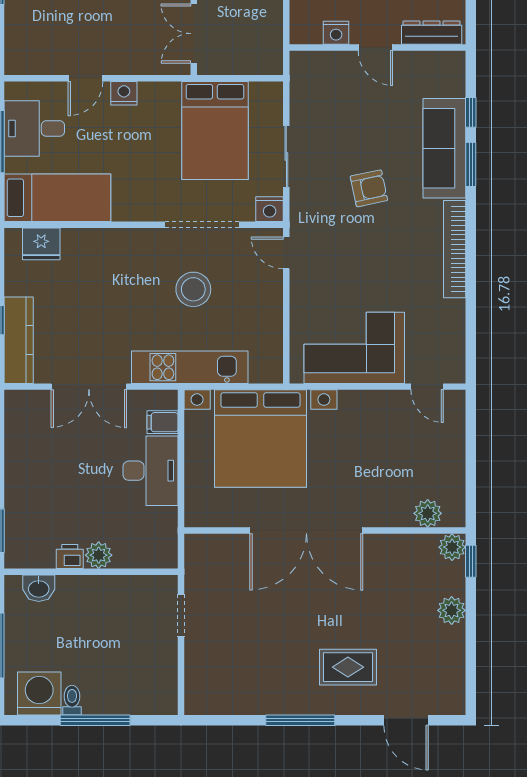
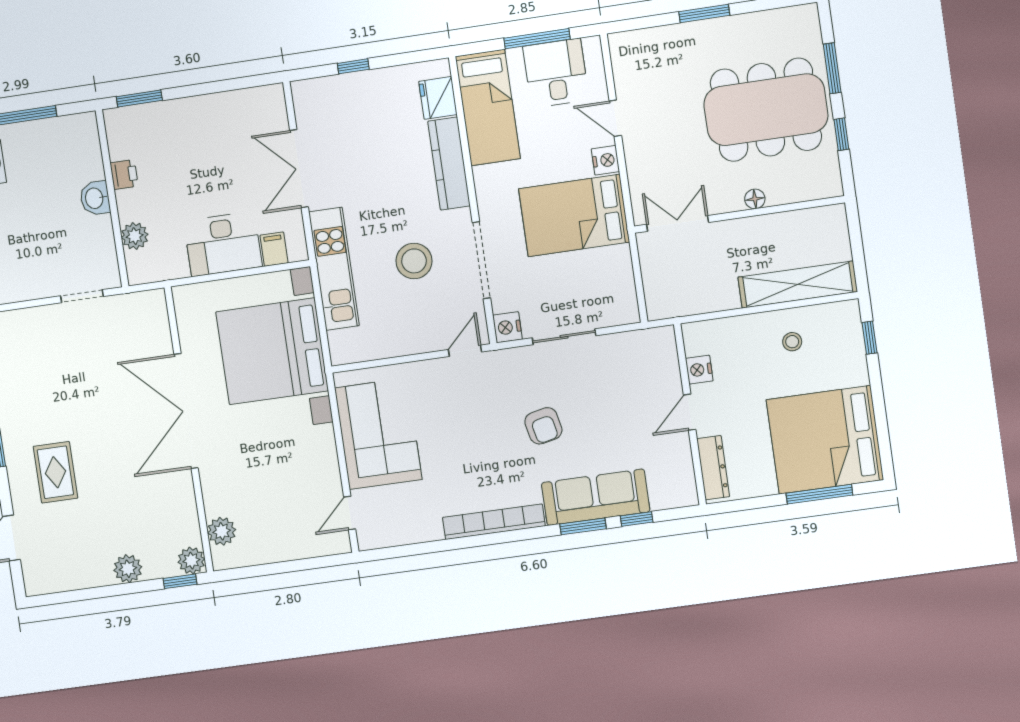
bed: (215, 130) -> (574, 215), moved
kitchen counter: (19, 340) -> (449, 164), moved, turned 90
plant: (99, 555) -> (135, 236), moved
washbasin: (39, 588) -> (95, 198), moved

